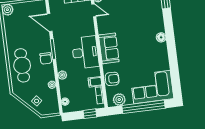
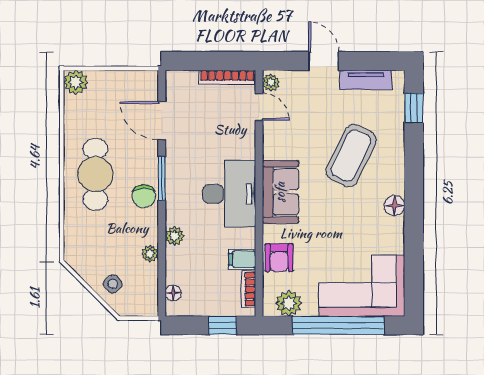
coffee table: (139, 27) -> (351, 156), added
floor lamp: (161, 37) -> (395, 206), moved
cafe table: (22, 65) -> (95, 174), moved
armchair: (112, 79) -> (279, 258), turned 89

